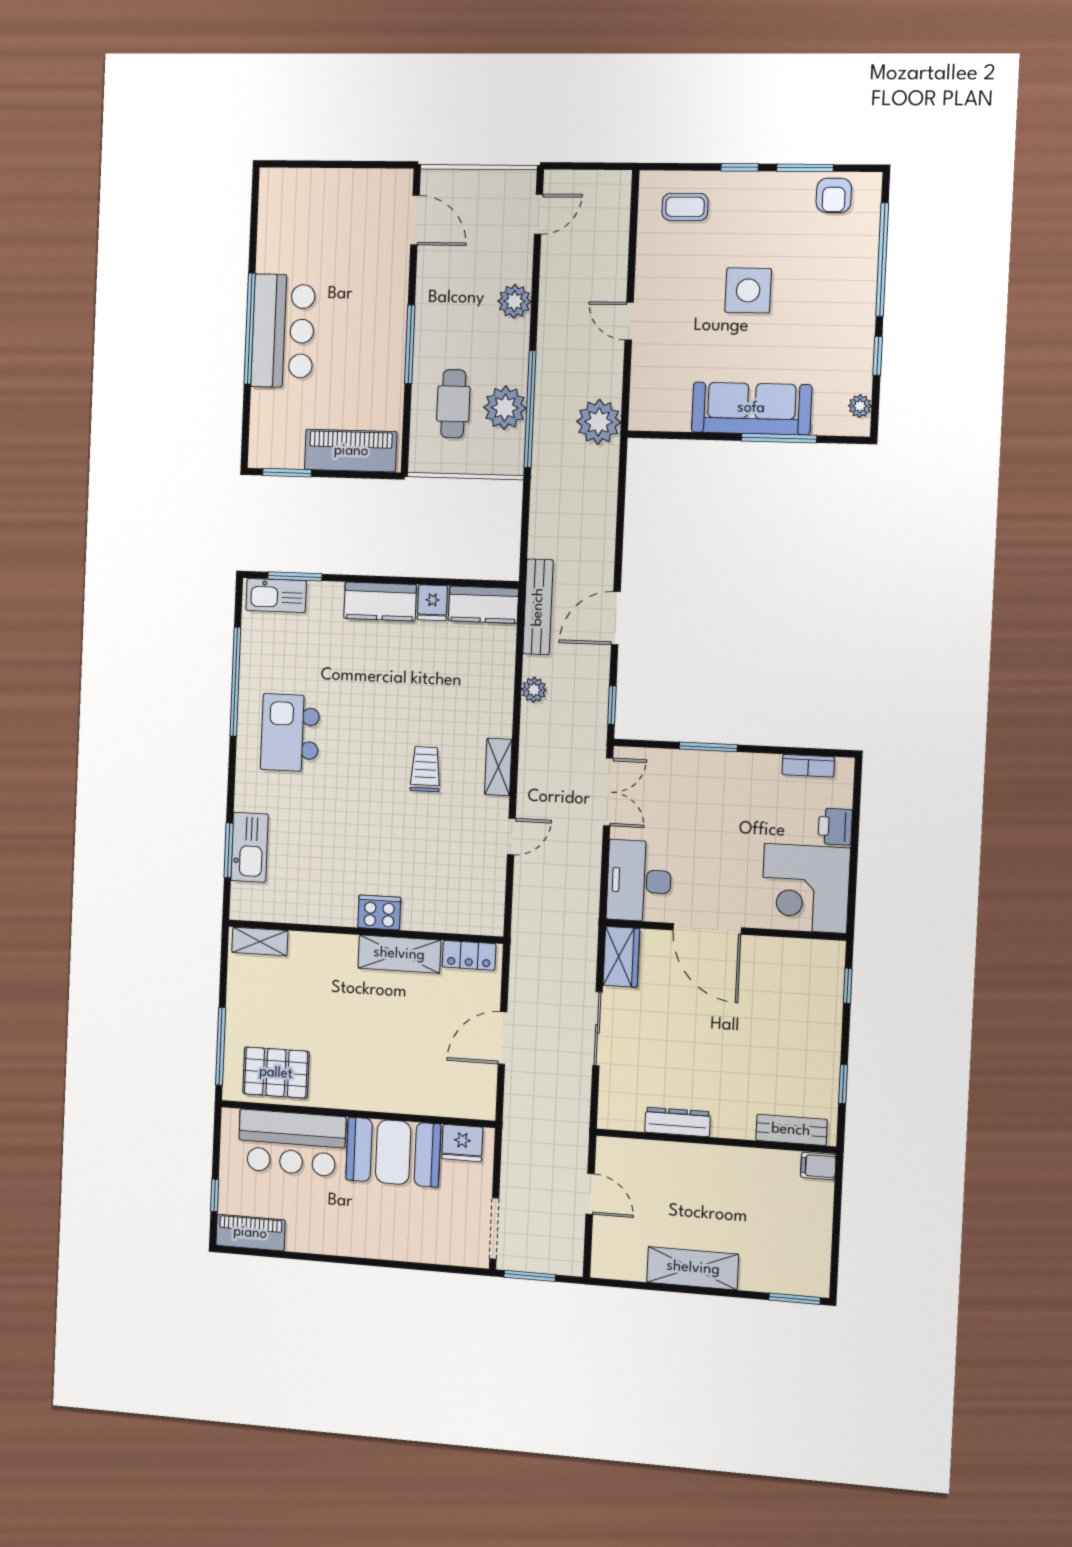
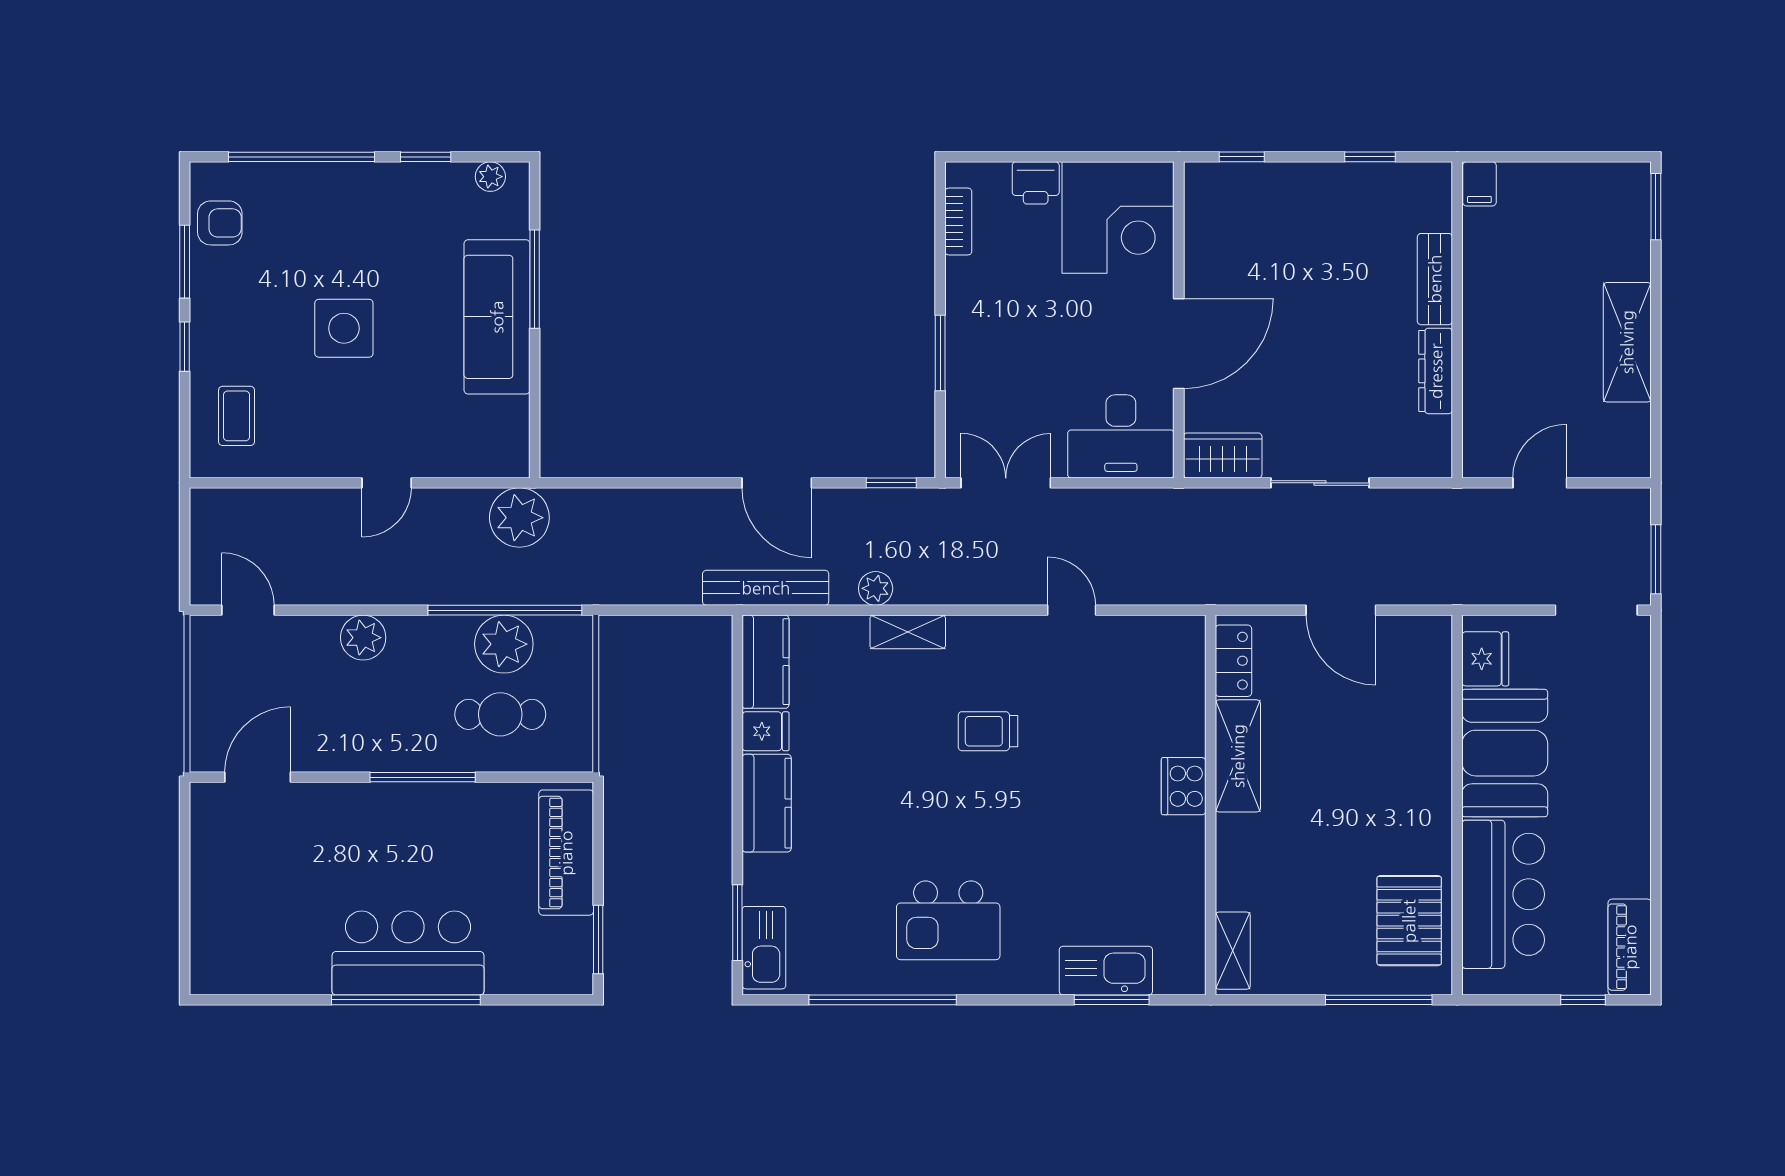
shelving: (498, 767) -> (908, 632), moved
bench: (791, 1130) -> (1435, 279), moved

